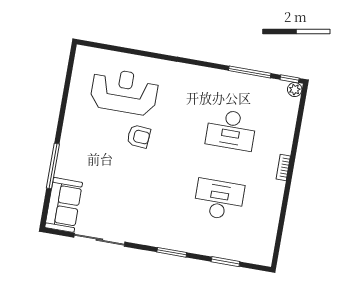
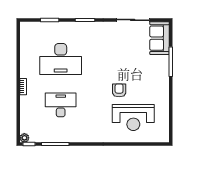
armchair: (139, 136) -> (119, 90), turned 86
desk: (219, 199) -> (61, 59), width x1.36, depth x1.30

